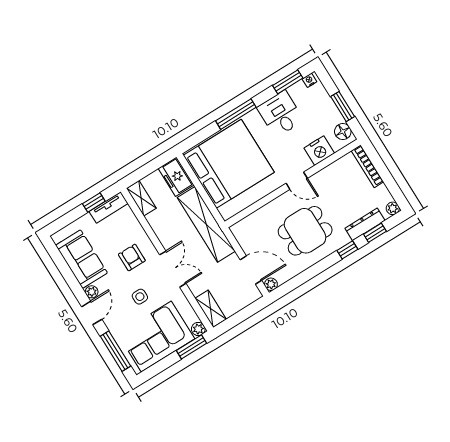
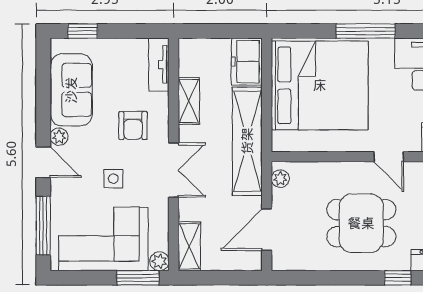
shelving: (141, 198) -> (189, 101), moved
window: (94, 203) -> (83, 31), moved
tv unit: (109, 208) -> (159, 64), moved, turned 90
armchair: (132, 257) -> (133, 126), turned 180
door: (251, 270) -> (267, 230), swing flipped
plant: (271, 284) -> (280, 179), moved
door: (92, 313) -> (43, 162), hinge flipped

